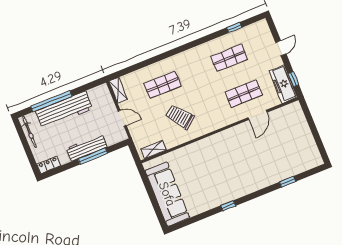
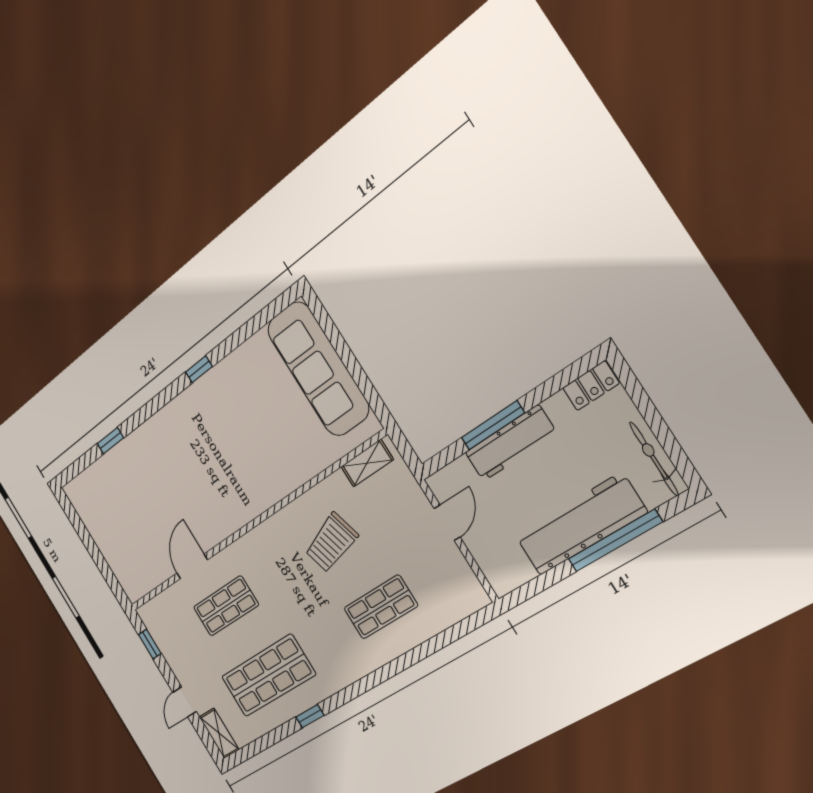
window: (234, 27) -> (310, 716), moved
shop shelf: (229, 58) -> (268, 676), width x1.43, depth x1.36
freezer: (283, 84) -> (164, 633), removed
shelving: (118, 90) -> (219, 733), moved
trolley: (180, 117) -> (331, 543), turned 111
door: (122, 118) -> (447, 523), swing flipped

